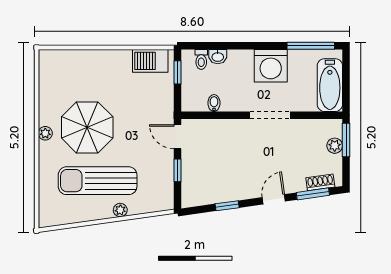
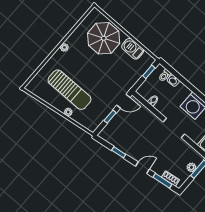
barbecue: (150, 61) -> (133, 49), moved
parasol: (87, 127) -> (104, 38), moved
door: (178, 137) -> (123, 101), swing flipped
sun lounger: (98, 181) -> (69, 90), turned 180

